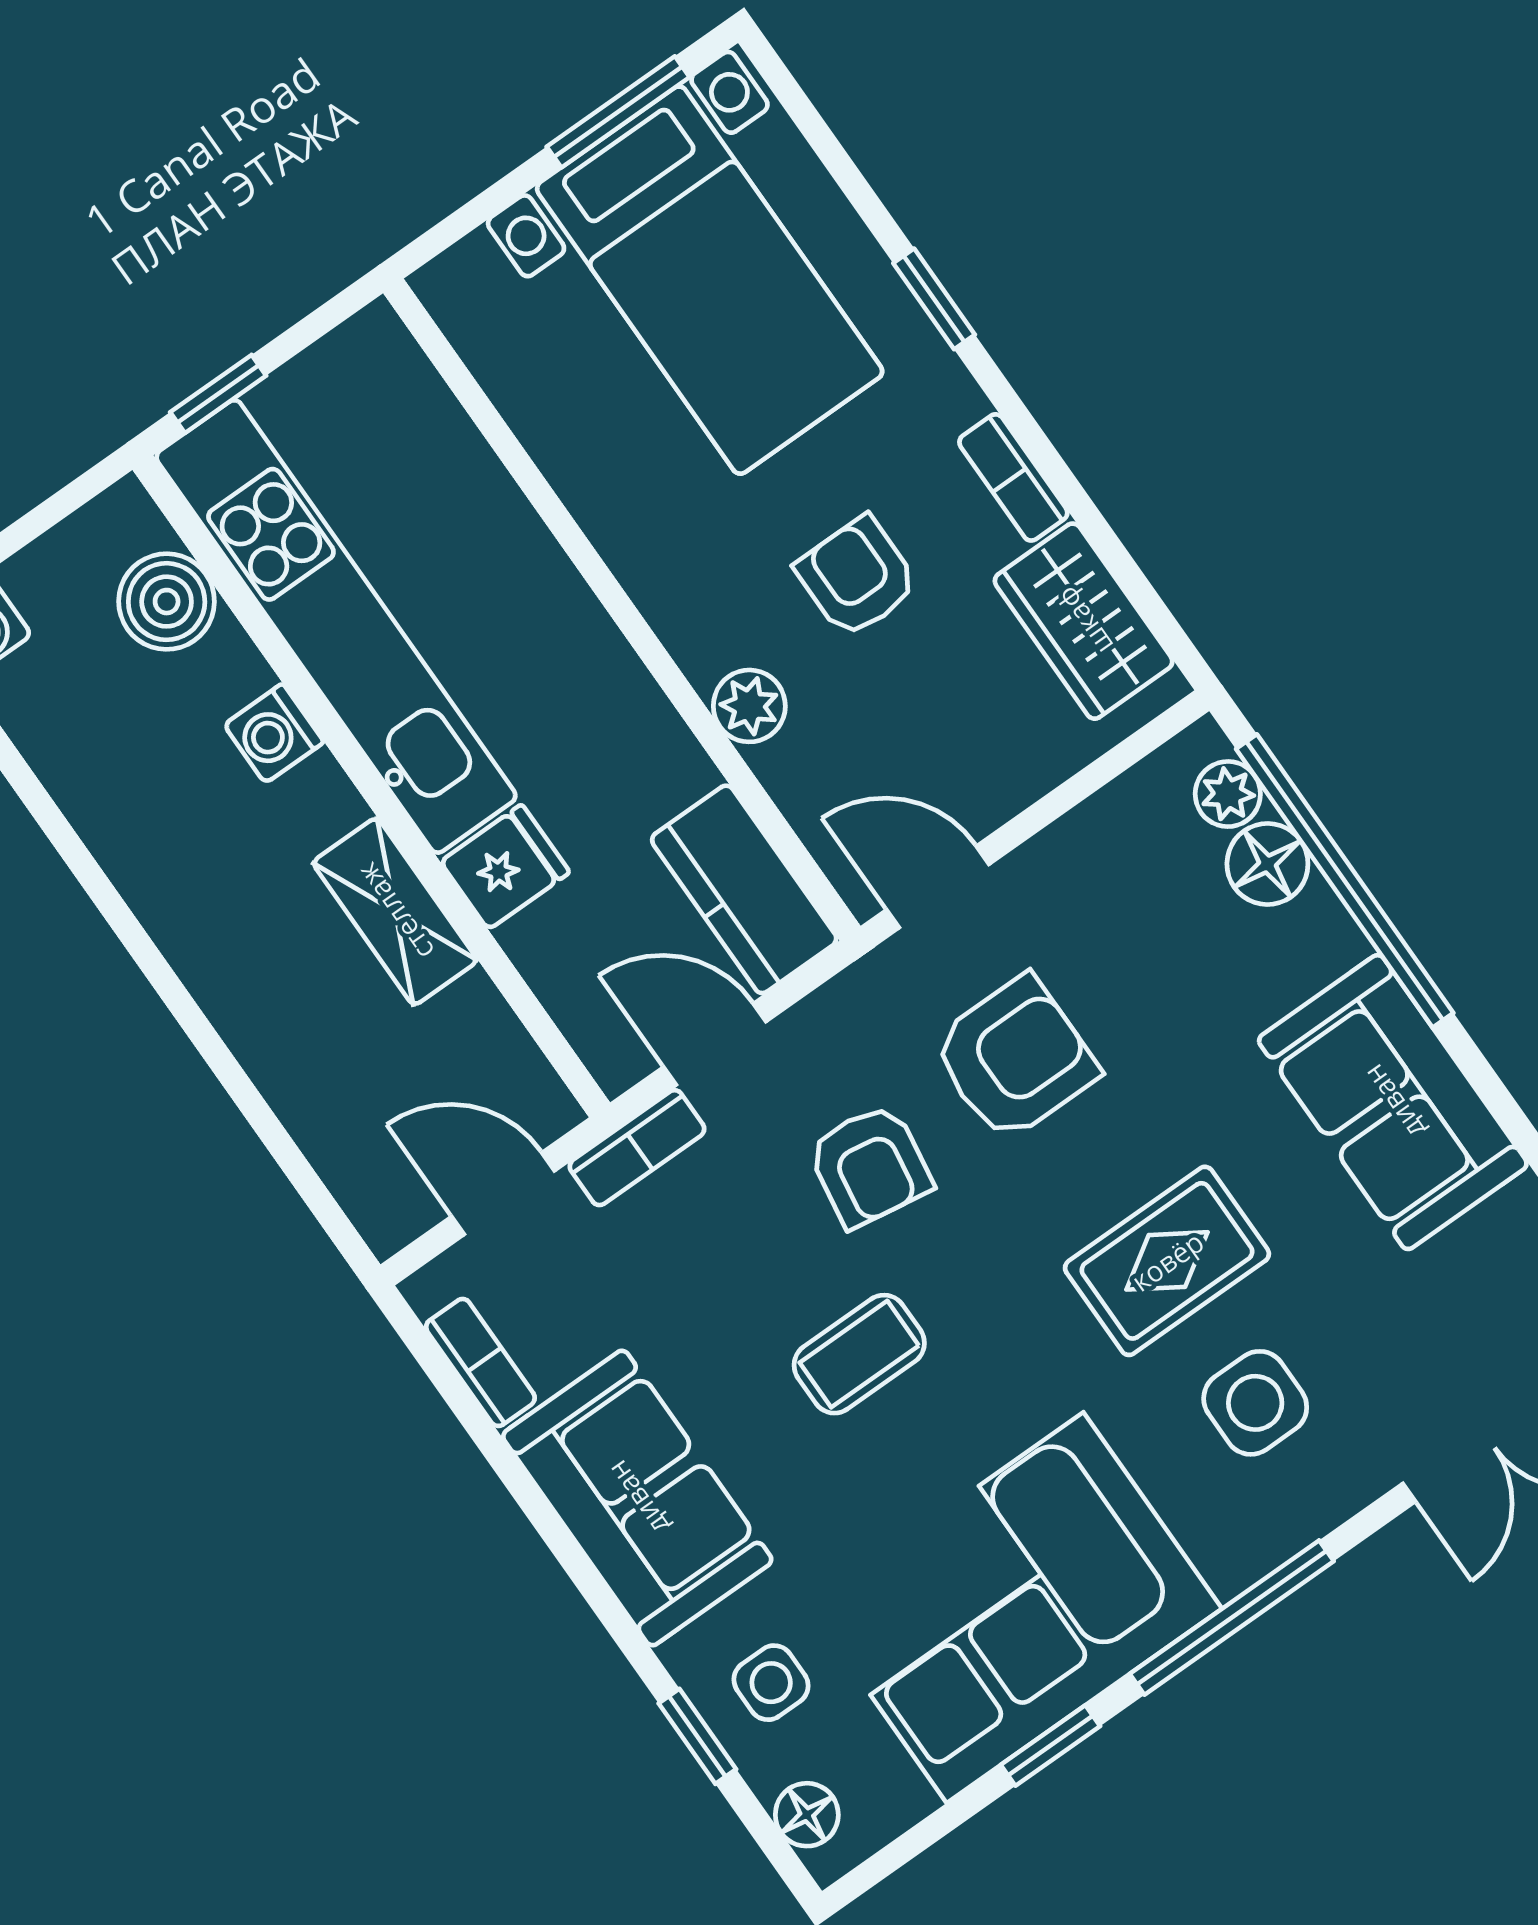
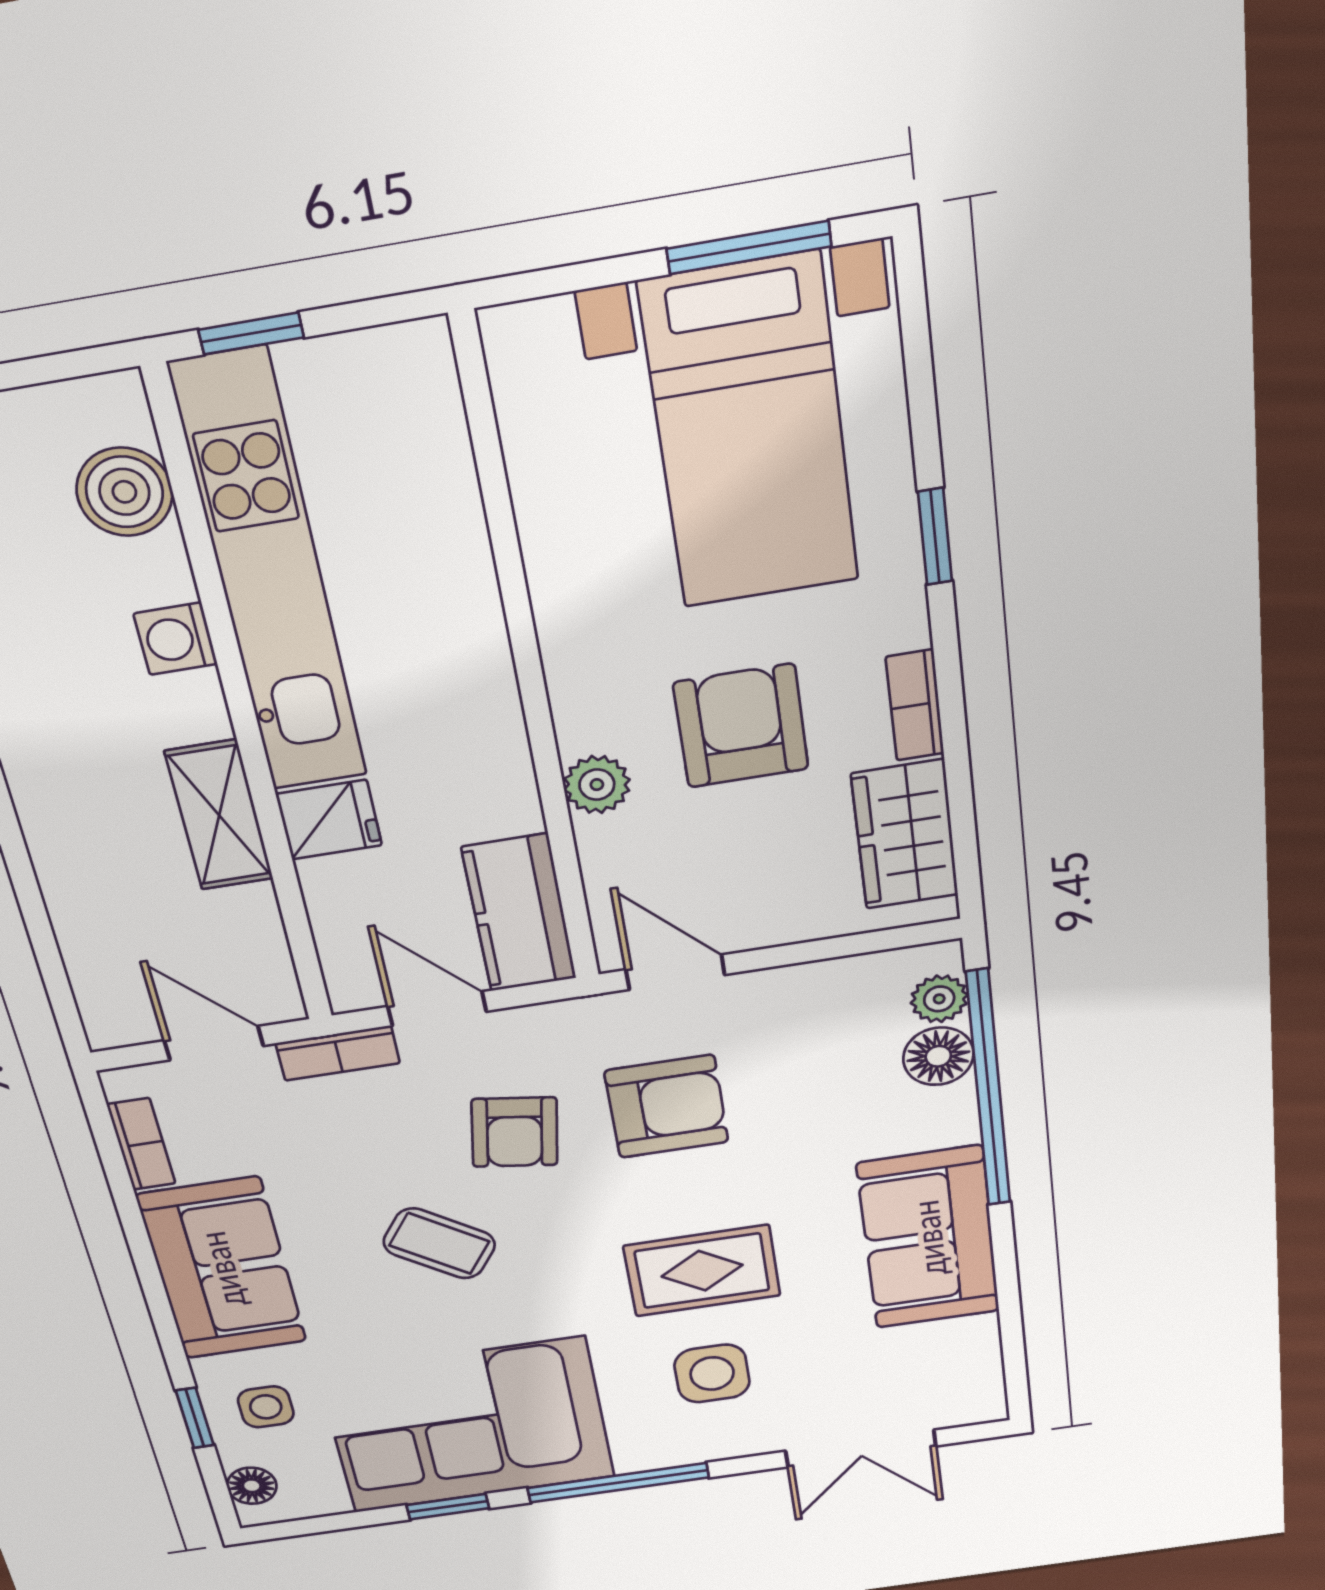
armchair: (857, 577) -> (741, 726), width x1.38, depth x1.38
coffee table: (859, 1354) -> (439, 1243), turned 35

